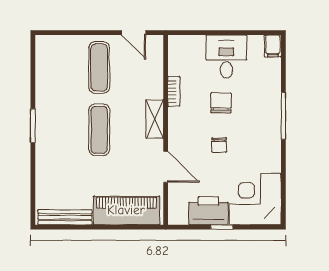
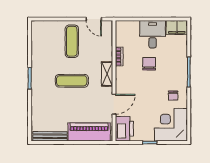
filing cabinet: (273, 46) -> (177, 27), width x2.00
exercise mat: (99, 130) -> (72, 81), turned 90
chair: (219, 145) -> (173, 96), moved
door: (166, 167) -> (114, 104), hinge flipped
printer: (208, 211) -> (124, 129), moved, turned 90

